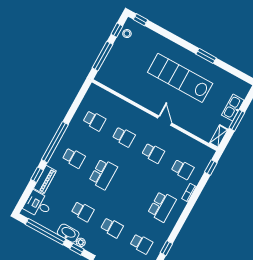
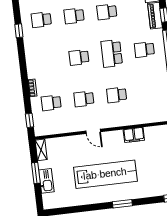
window: (206, 56) -> (122, 204), moved
filing cabinet: (133, 94) -> (134, 135), added
school desk: (94, 121) -> (149, 91), removed
school desk: (162, 206) -> (79, 57), moved, width x0.54

